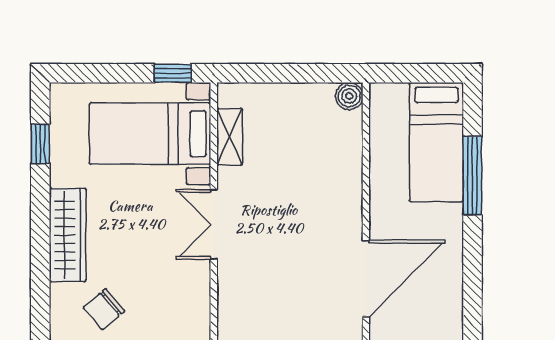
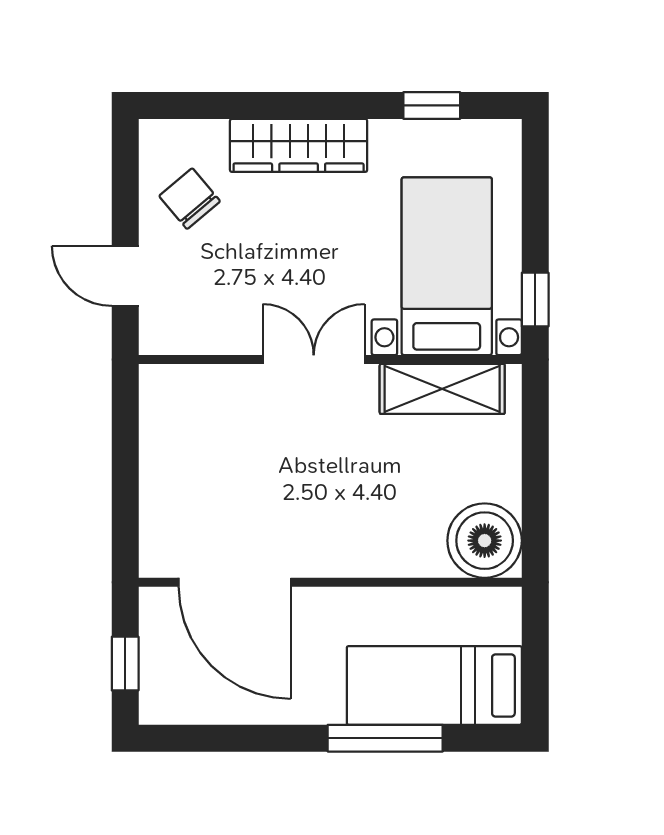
boiler: (349, 96) -> (485, 541), width x1.86, depth x1.86
shelving: (230, 137) -> (442, 389), width x1.50, depth x1.33

